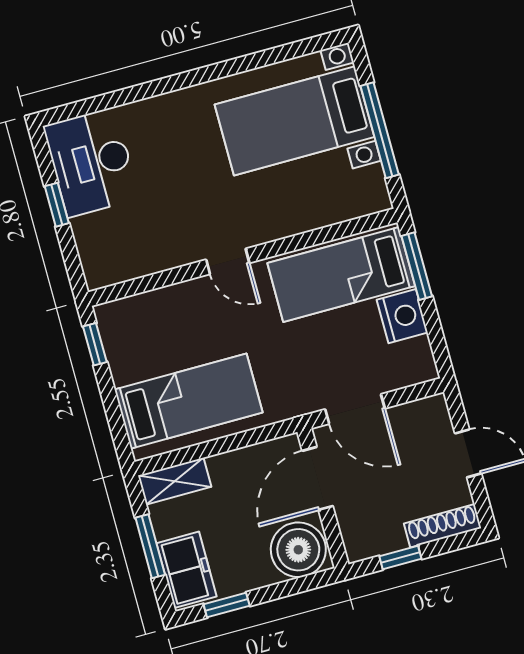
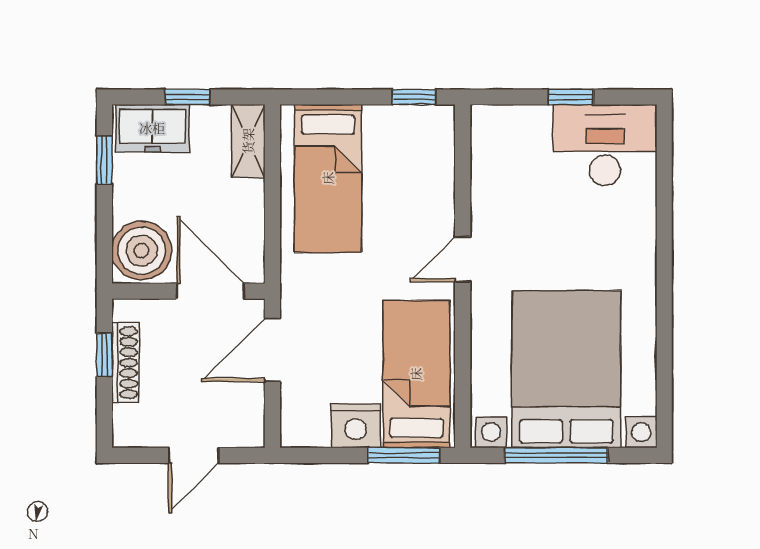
bed with nightstands: (295, 121) -> (566, 369), width x1.36
shoe rack: (443, 526) -> (125, 363), moved
window: (150, 546) -> (187, 97), width x0.67

